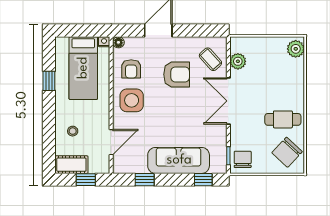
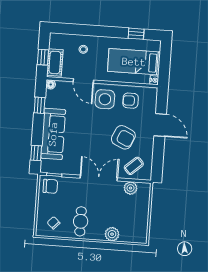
floor lamp: (118, 42) -> (51, 84), moved
plant: (296, 49) -> (112, 234), moved
armchair: (177, 74) -> (123, 137), turned -66
window: (49, 81) -> (136, 34), moved
door: (111, 142) -> (83, 81), moved
chair: (287, 152) -> (54, 223), width x0.54, depth x0.54
cot: (71, 165) -> (55, 62), moved

